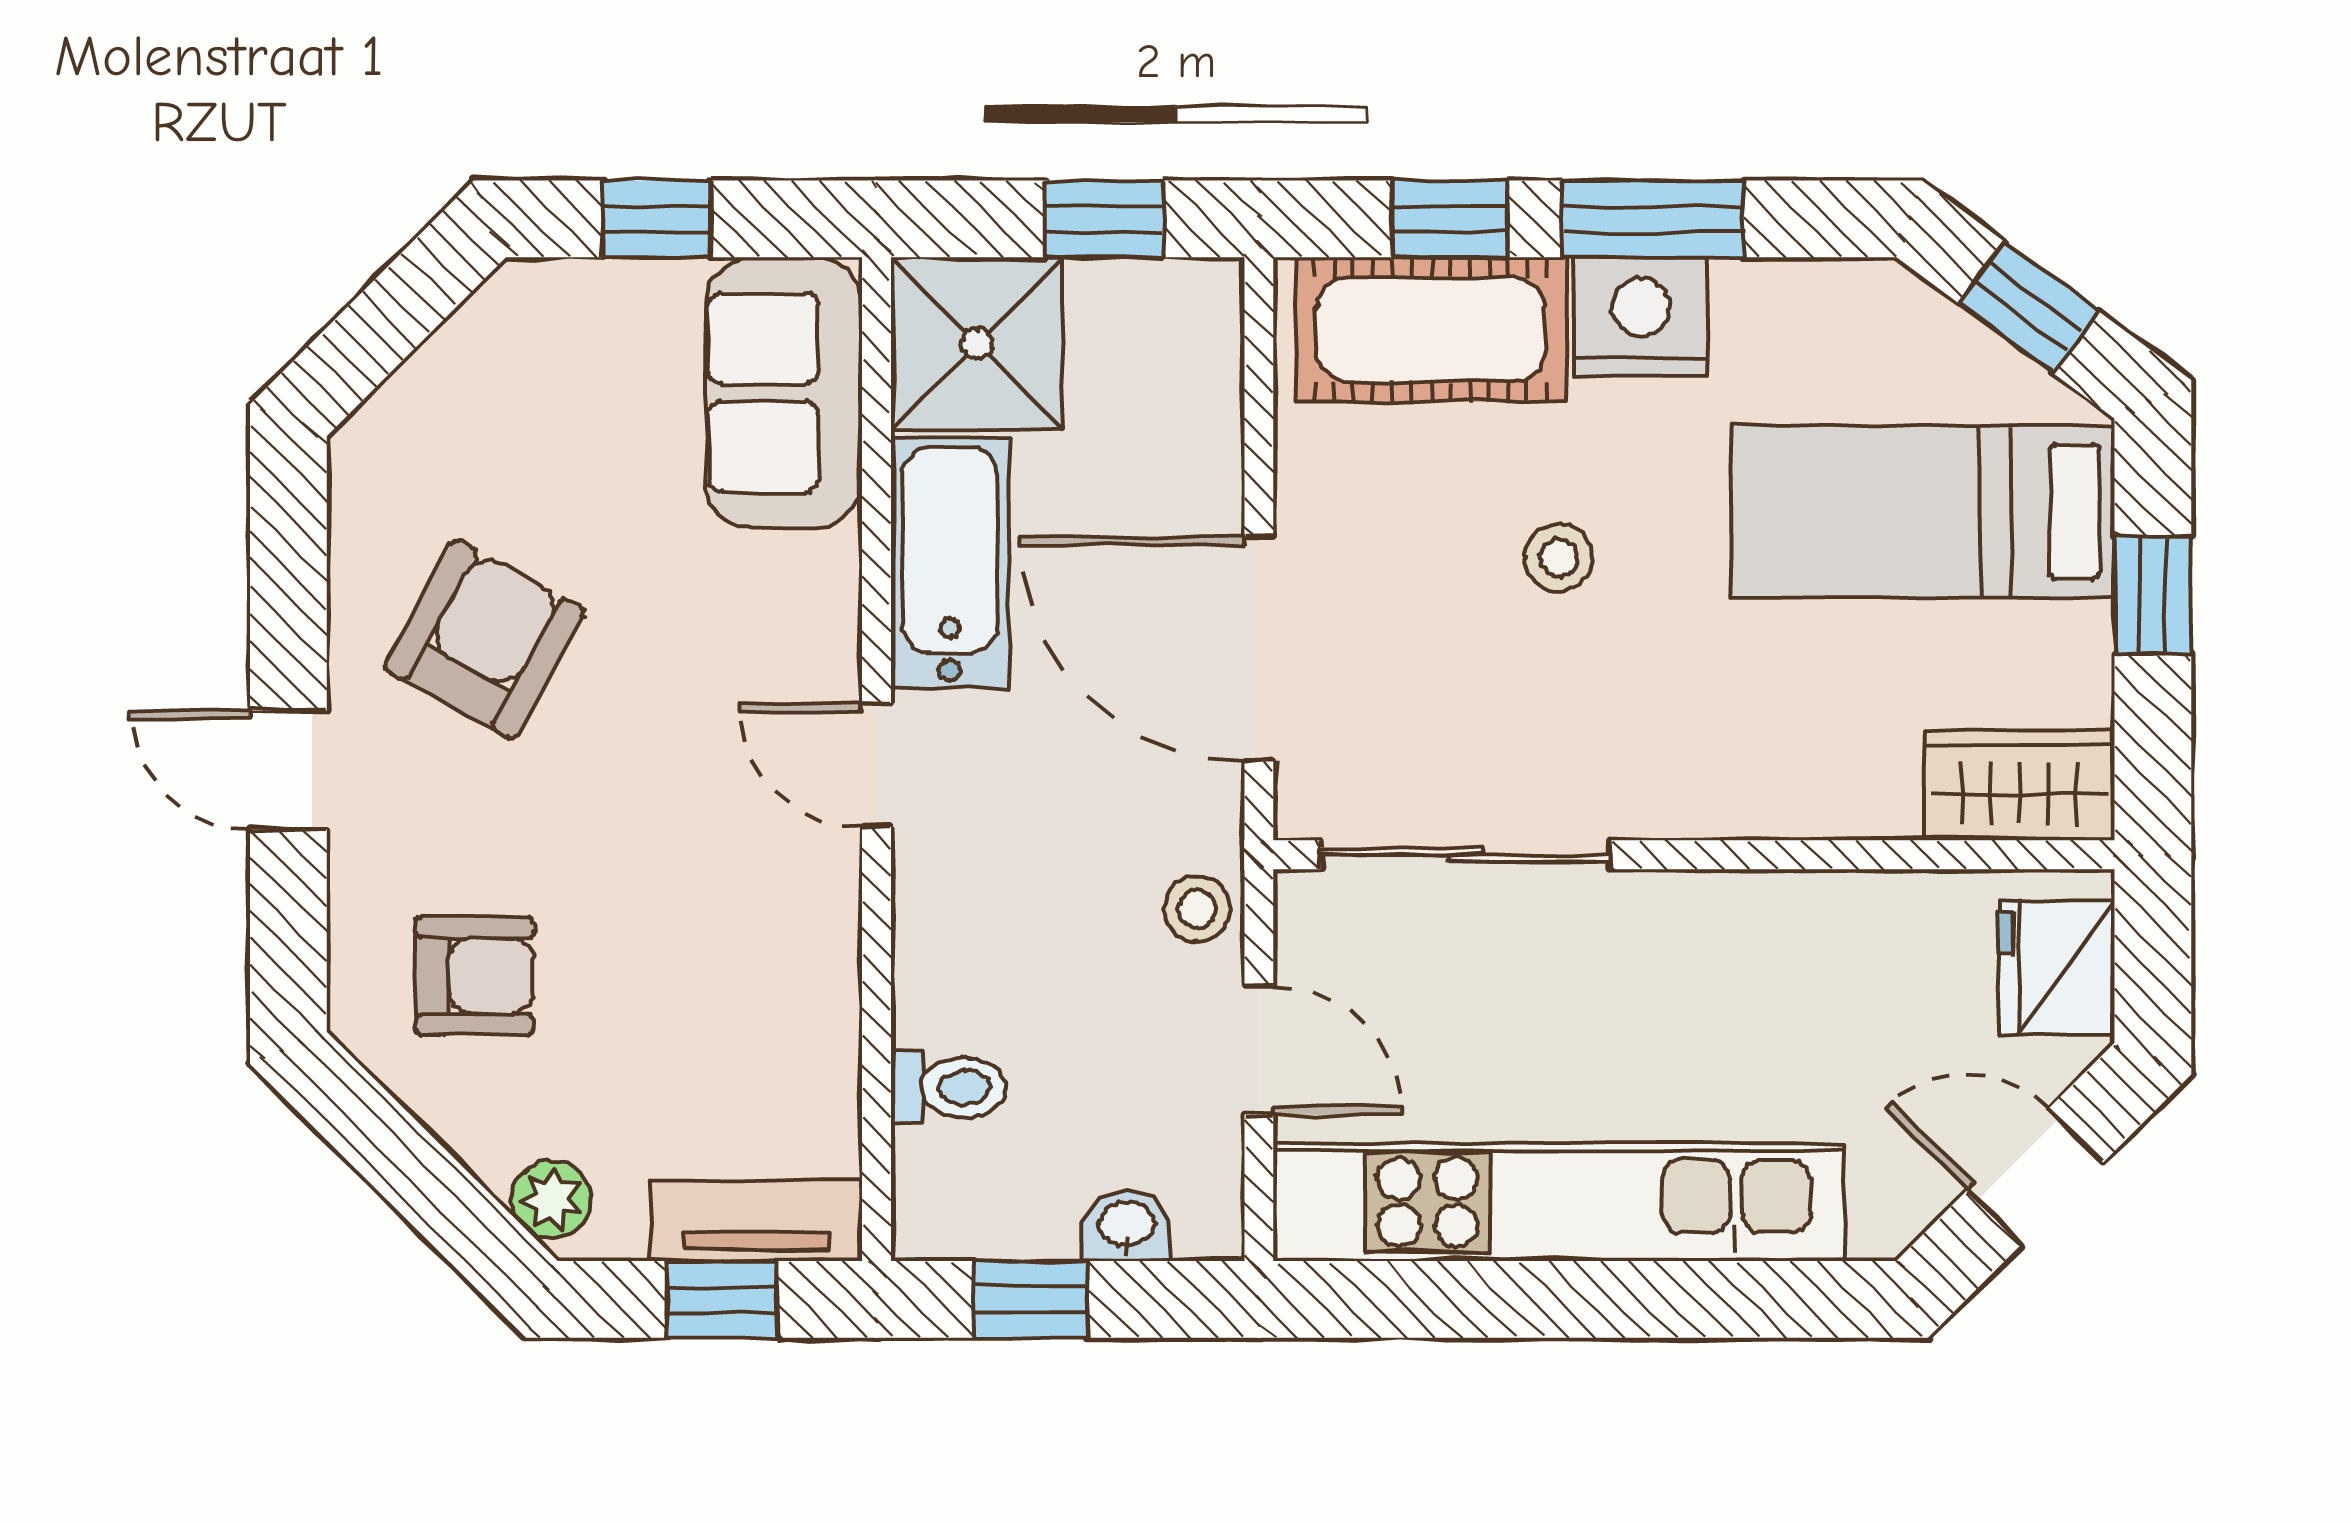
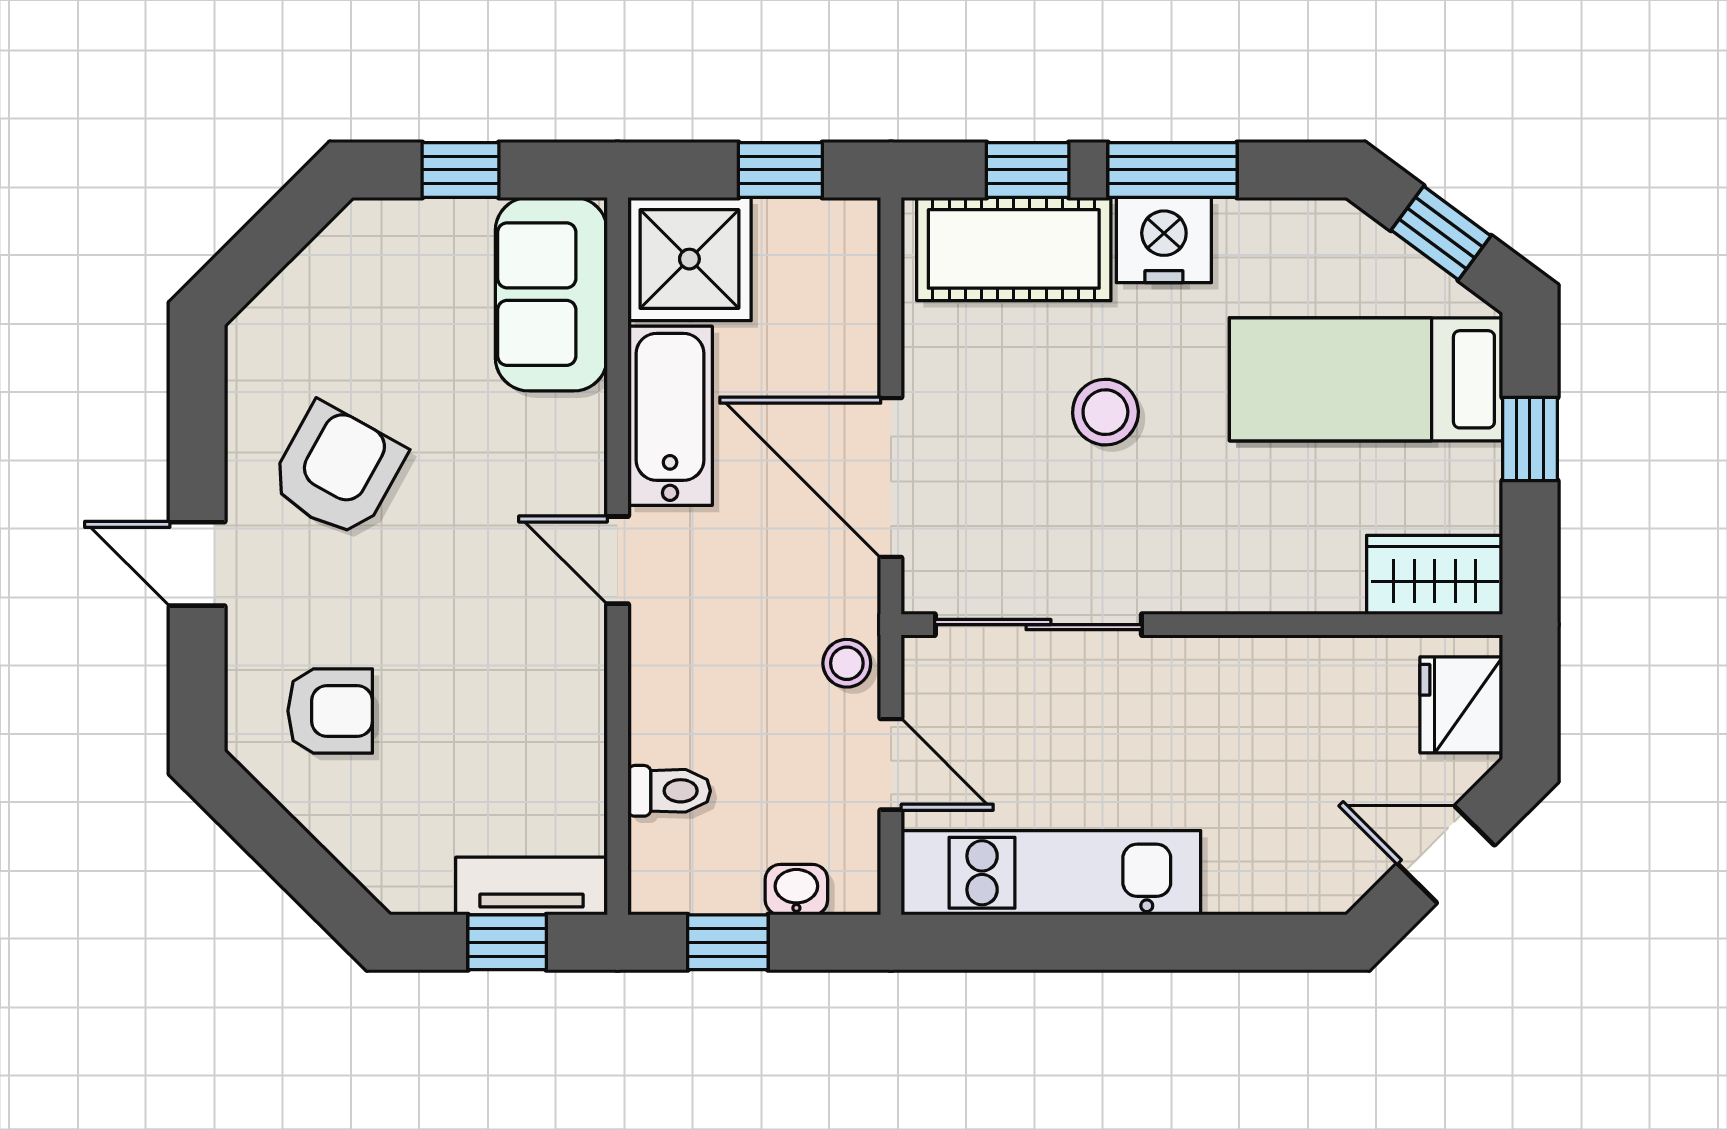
stool: (1559, 558) -> (1105, 412), width x1.37, depth x1.37
plant: (551, 1200) -> (385, 871), removed
kitchen unit: (1559, 1202) -> (1051, 873), width x0.73

